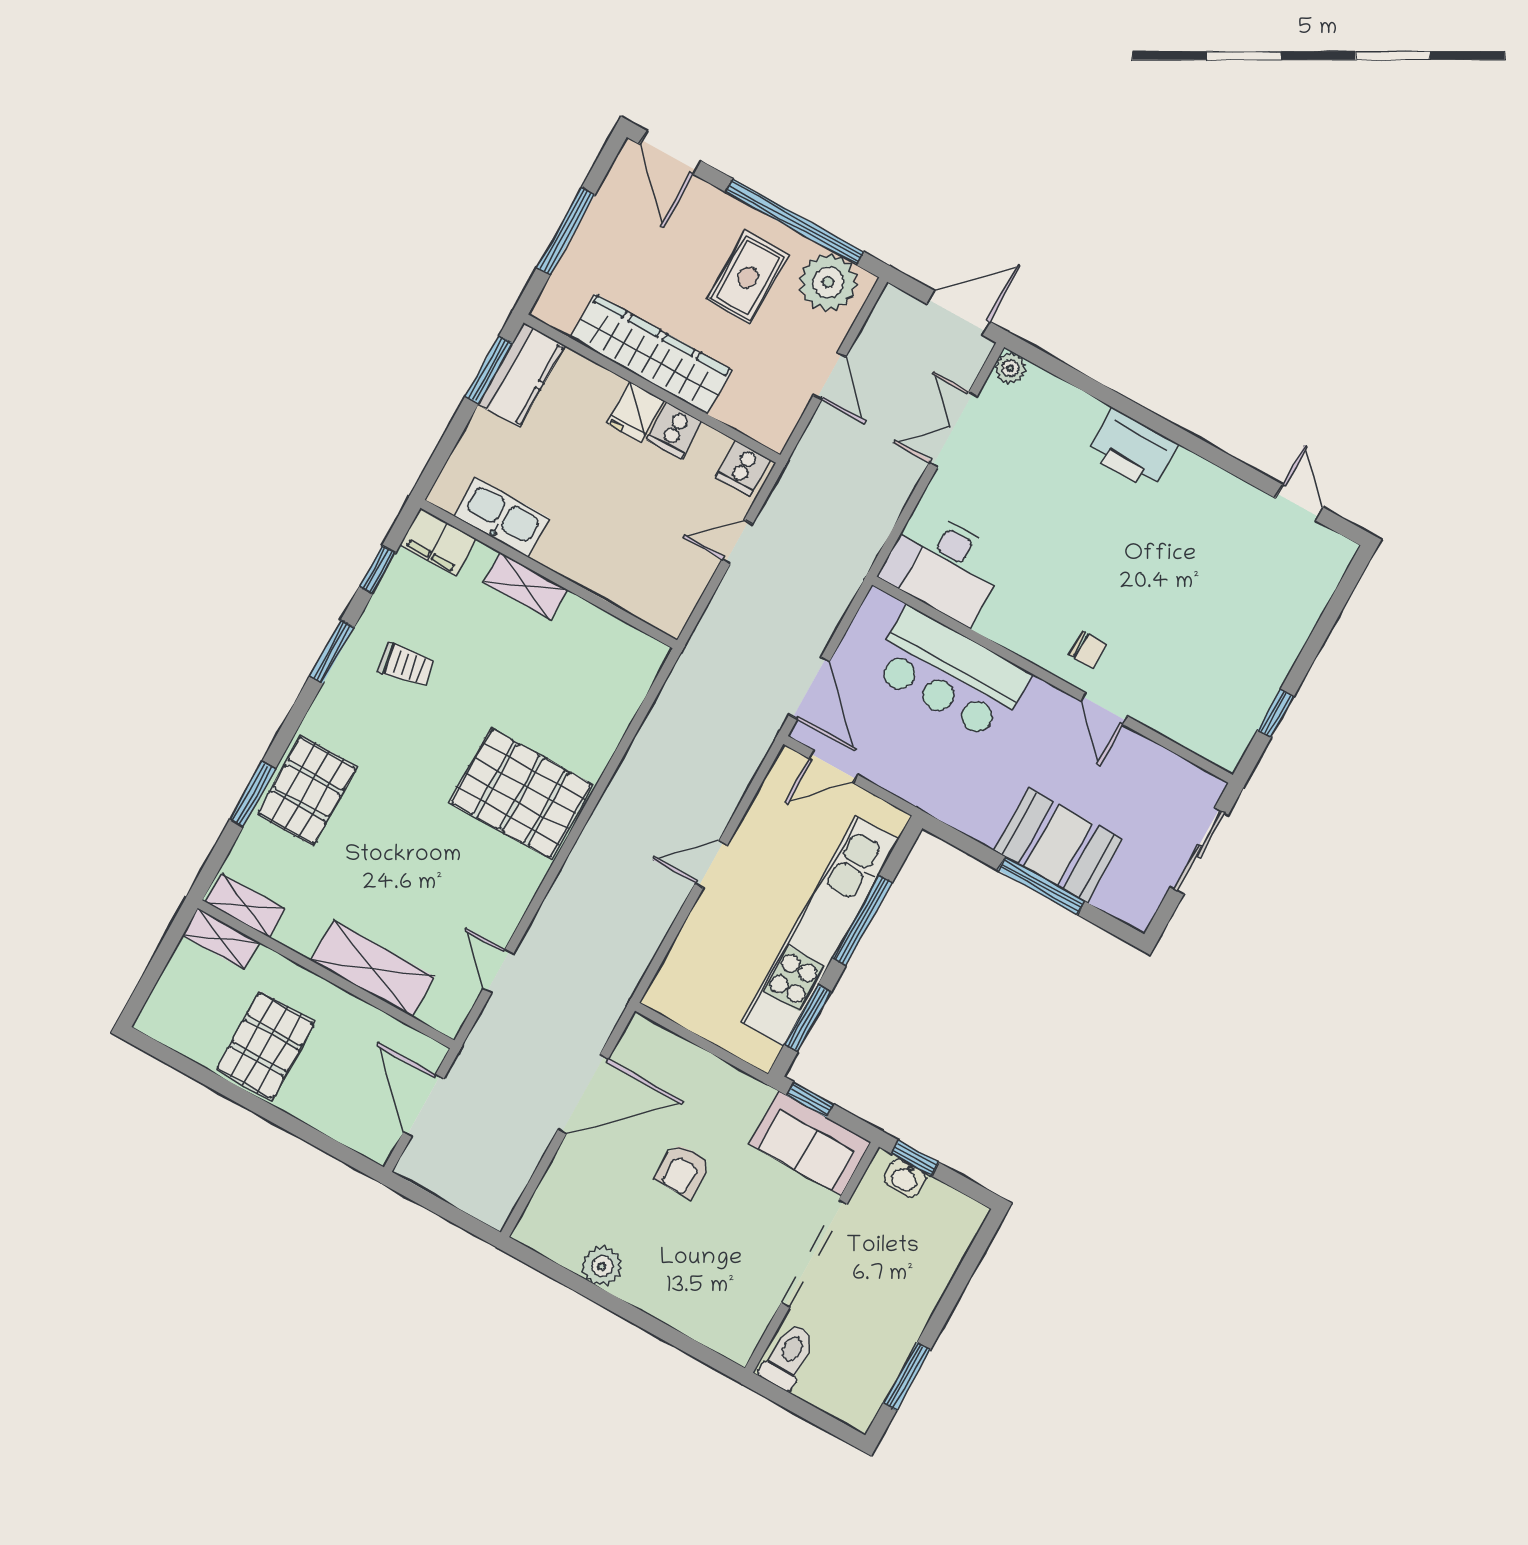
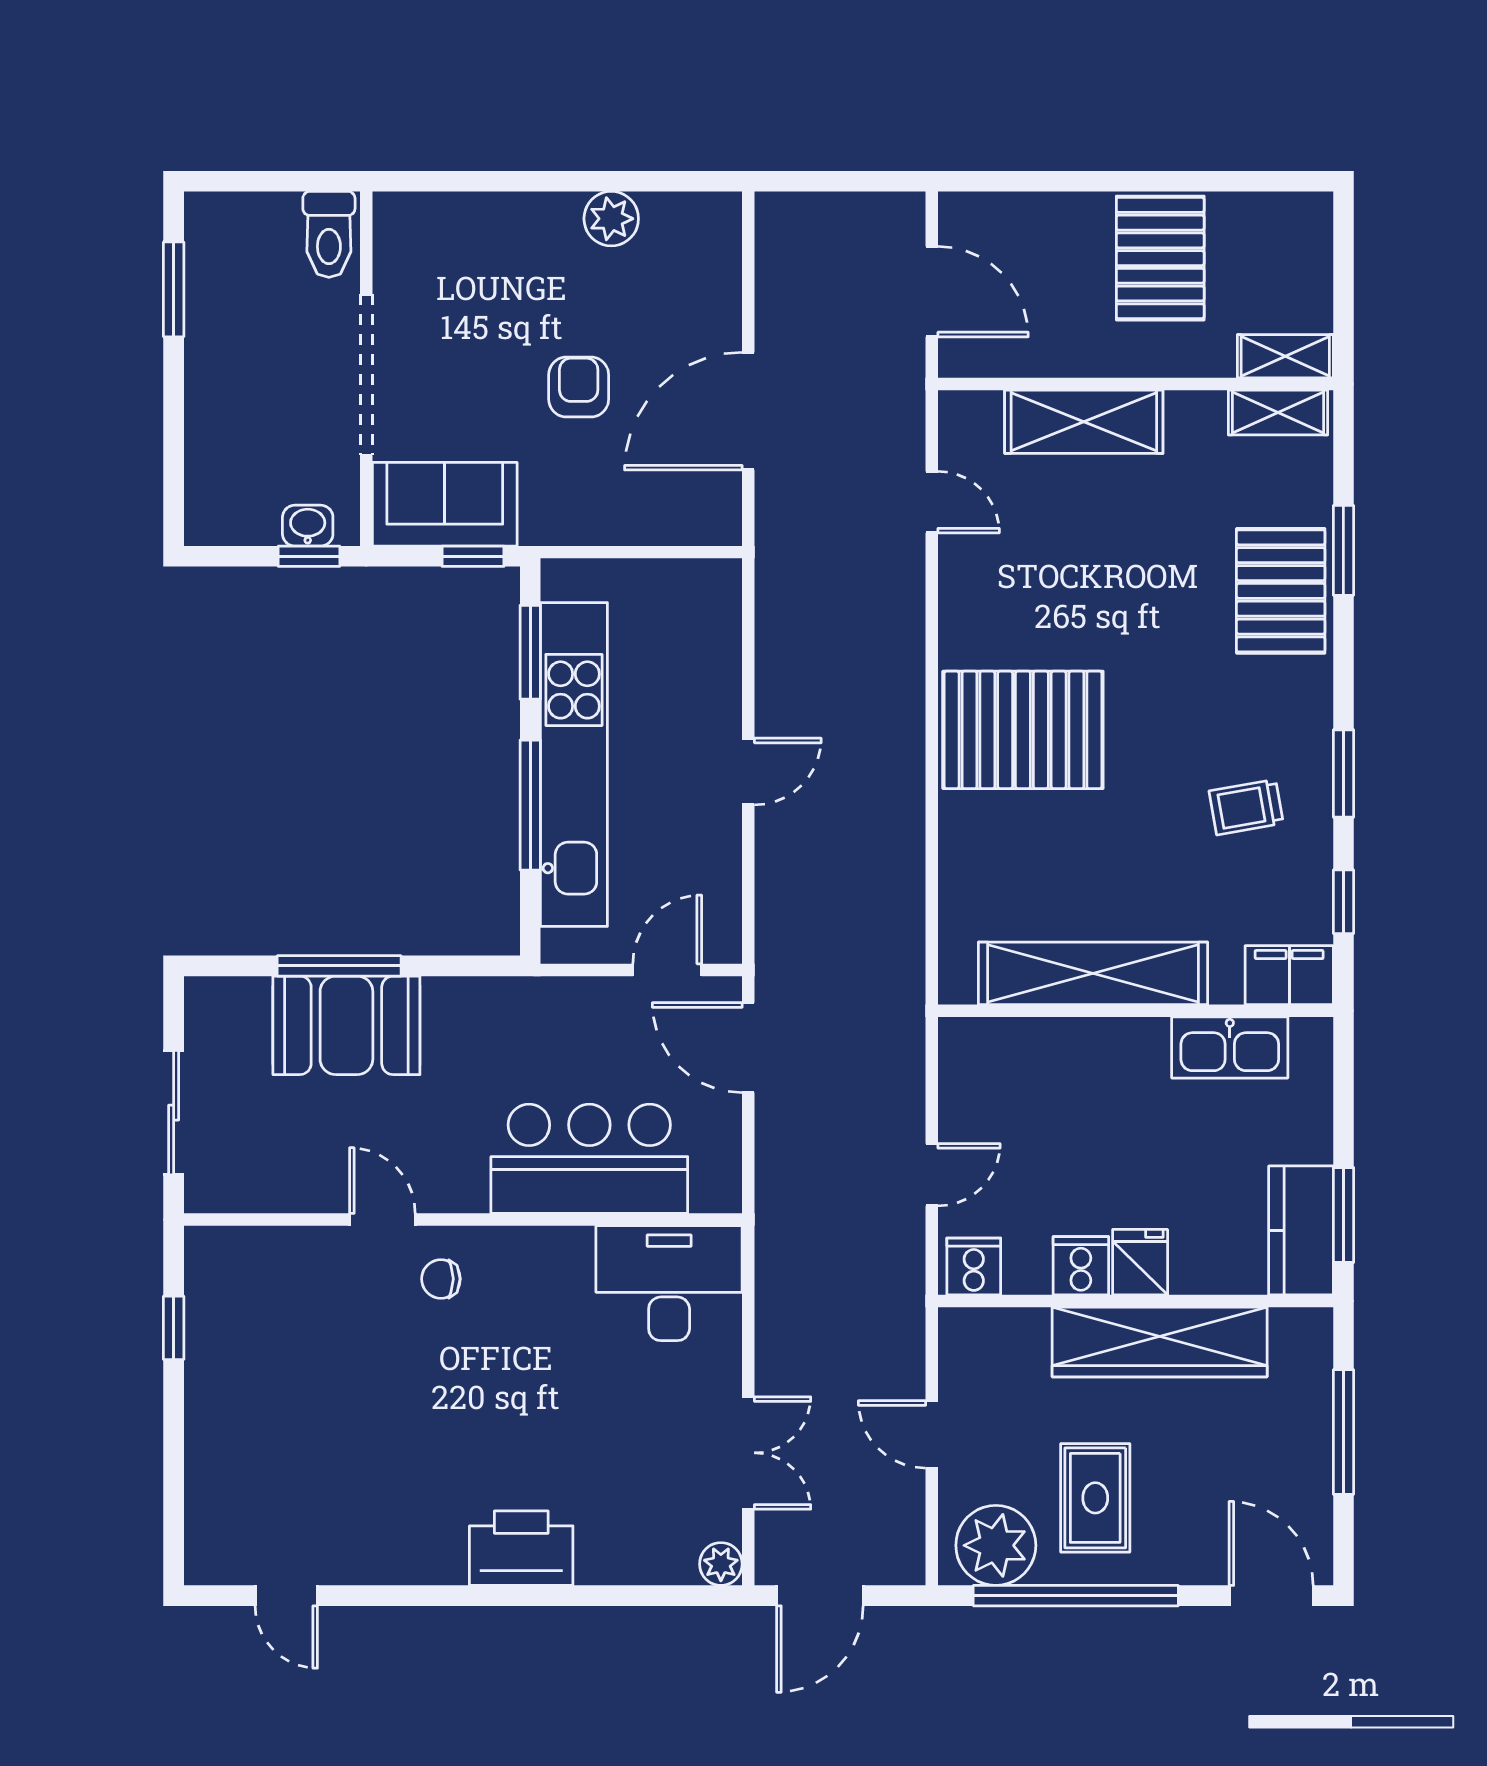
shelving: (526, 586) -> (1093, 973), width x2.20, depth x1.33

